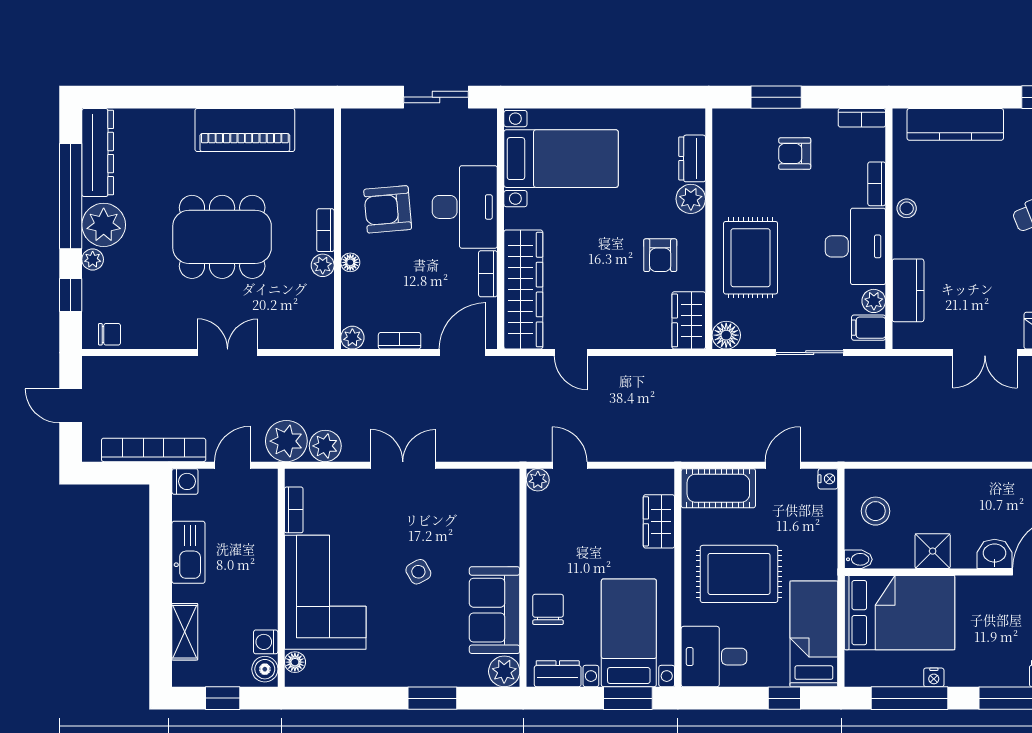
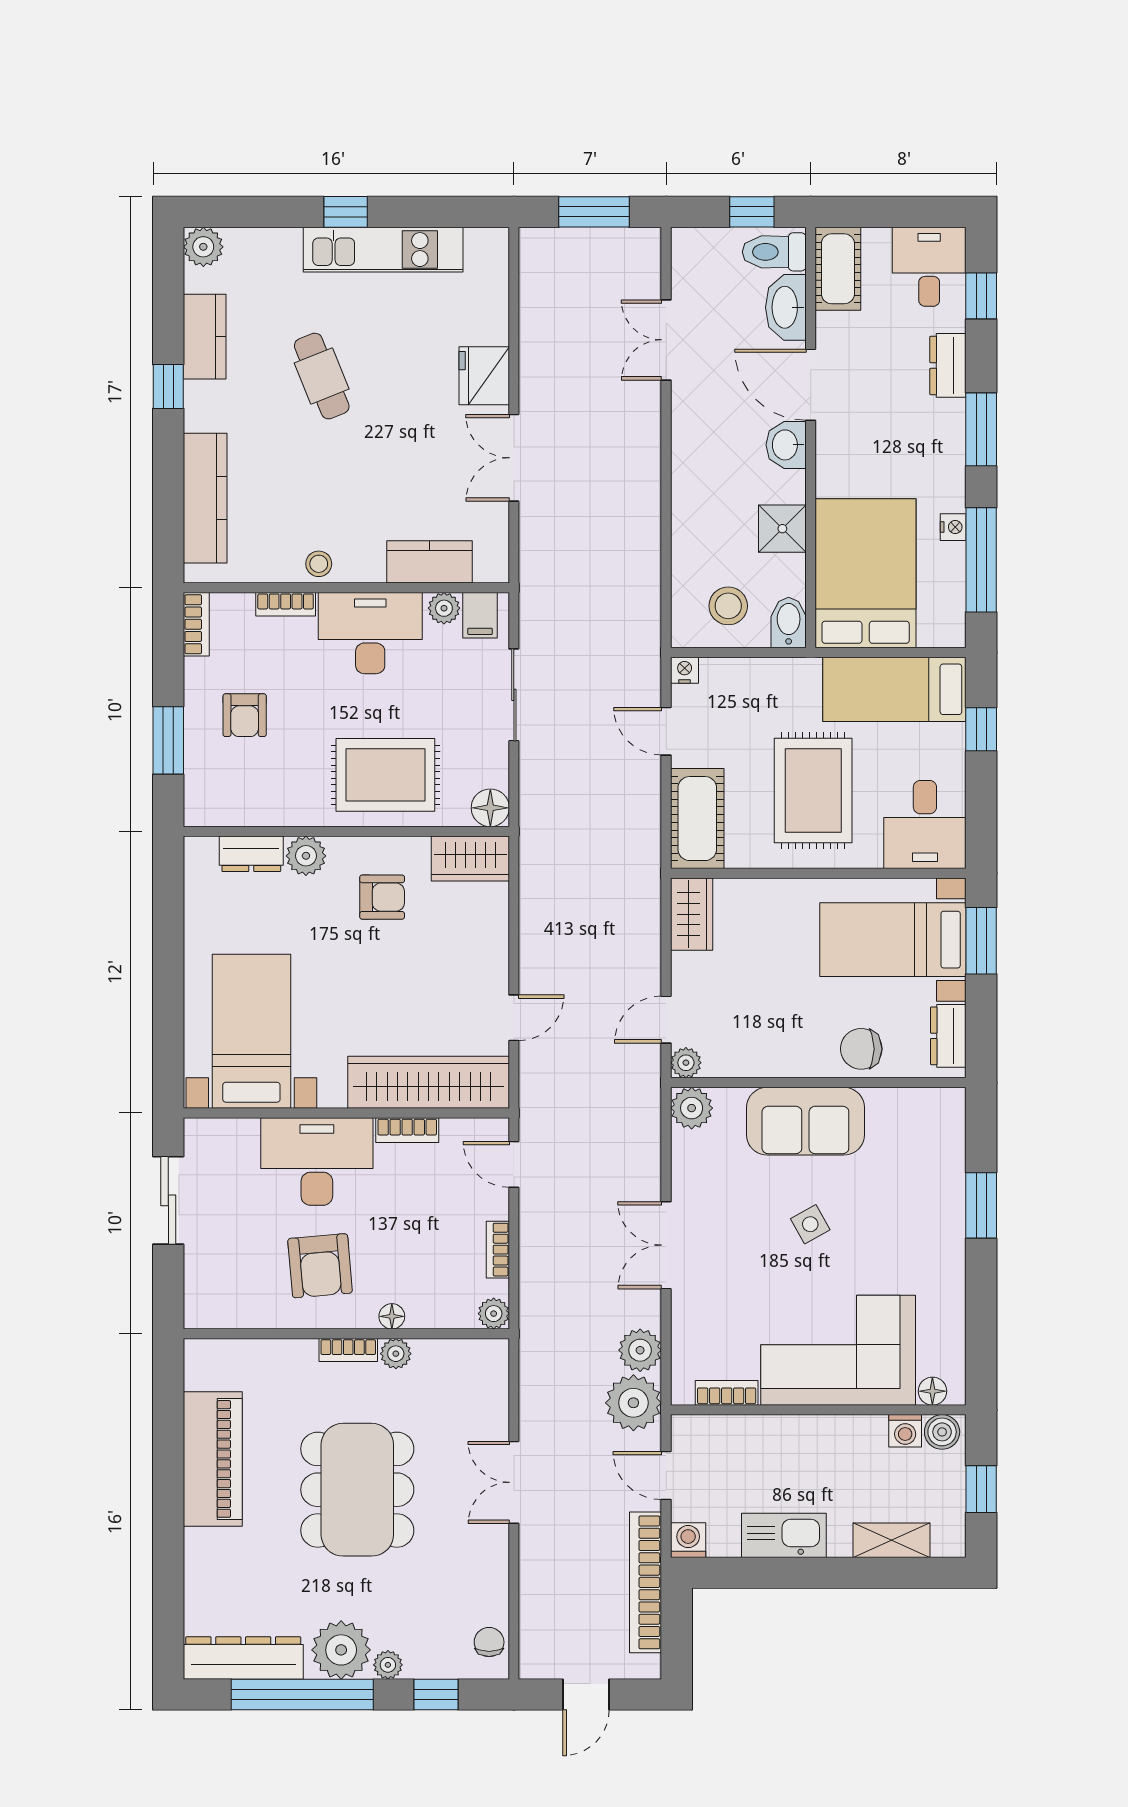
door: (463, 353) -> (514, 1164), width x0.73
double door: (985, 353) -> (514, 458), swing flipped
wardrobe: (659, 521) -> (692, 914), moved, turned -90
bidet: (858, 559) -> (789, 623), width x1.38, depth x1.36
sofa: (495, 610) -> (805, 1121), moved
plant: (504, 671) -> (692, 1108), moved

